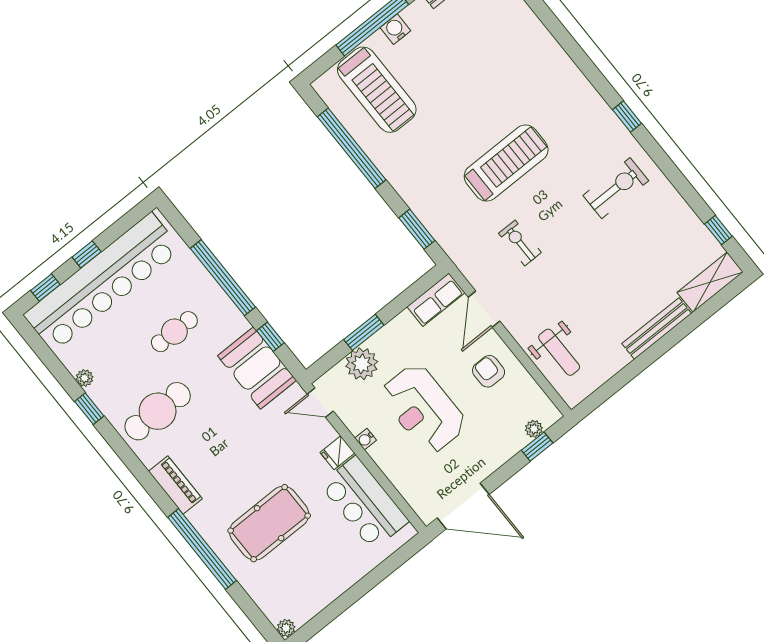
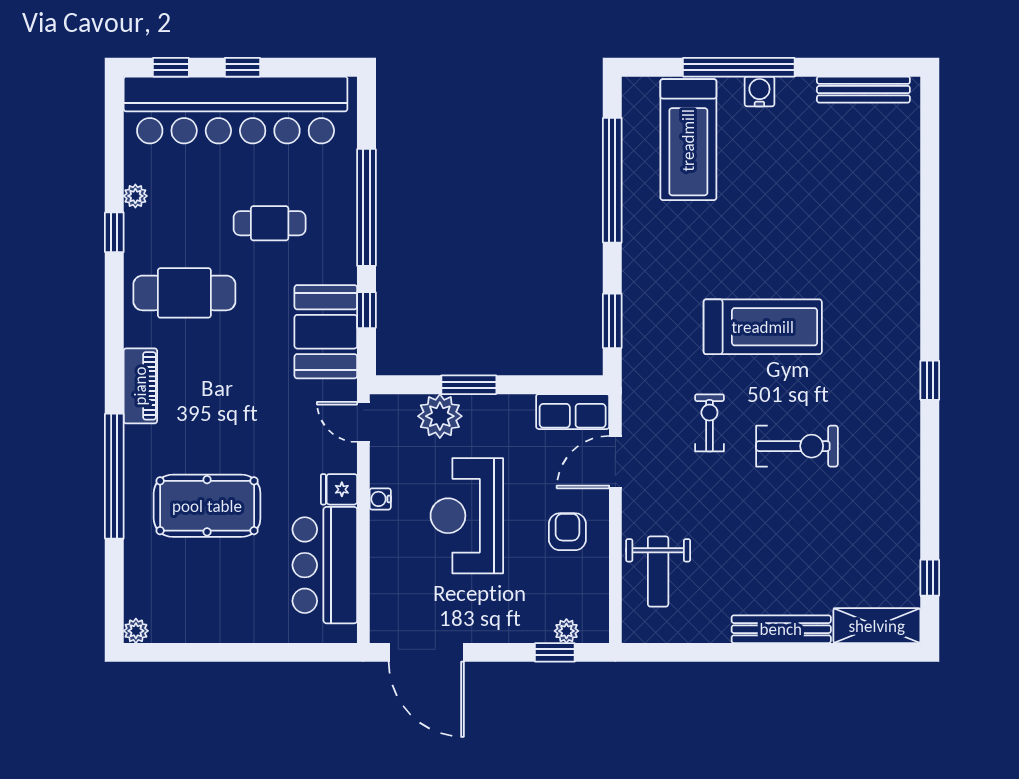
exercise bike: (616, 188) -> (797, 446), moved

